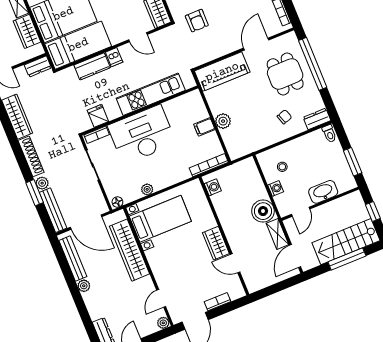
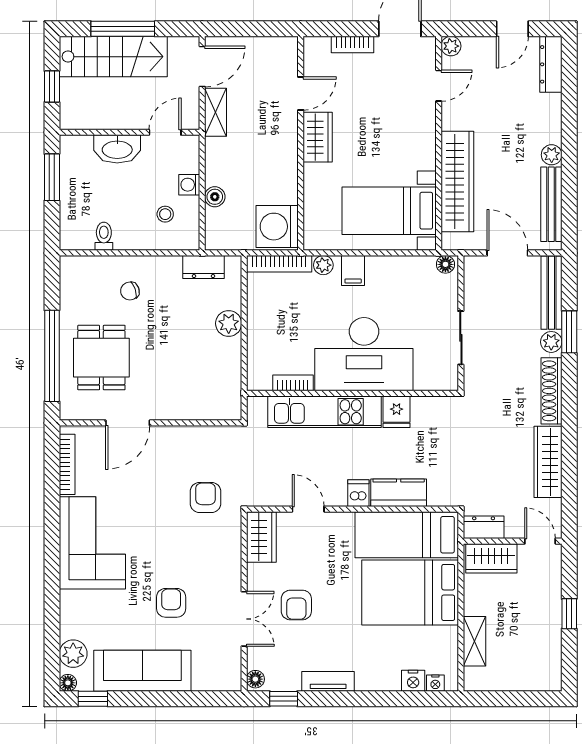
wardrobe: (27, 31) -> (491, 558), moved, turned 90
piano: (222, 72) -> (198, 402), removed
fridge: (98, 116) -> (397, 412), moved
dresser: (317, 119) -> (203, 267), moved
filing cabinet: (204, 127) -> (353, 270), moved, turned 90
toilet: (329, 134) -> (104, 236), moved
bookcase: (97, 135) -> (293, 383), moved
washing machine: (213, 187) -> (277, 227), width x1.89, depth x1.89
plant: (147, 189) -> (323, 265), moved
boiler: (263, 211) -> (215, 197), moved, width x0.54, depth x0.54
door: (86, 222) -> (507, 253), width x0.73
door: (235, 263) -> (301, 93), hinge flipped

